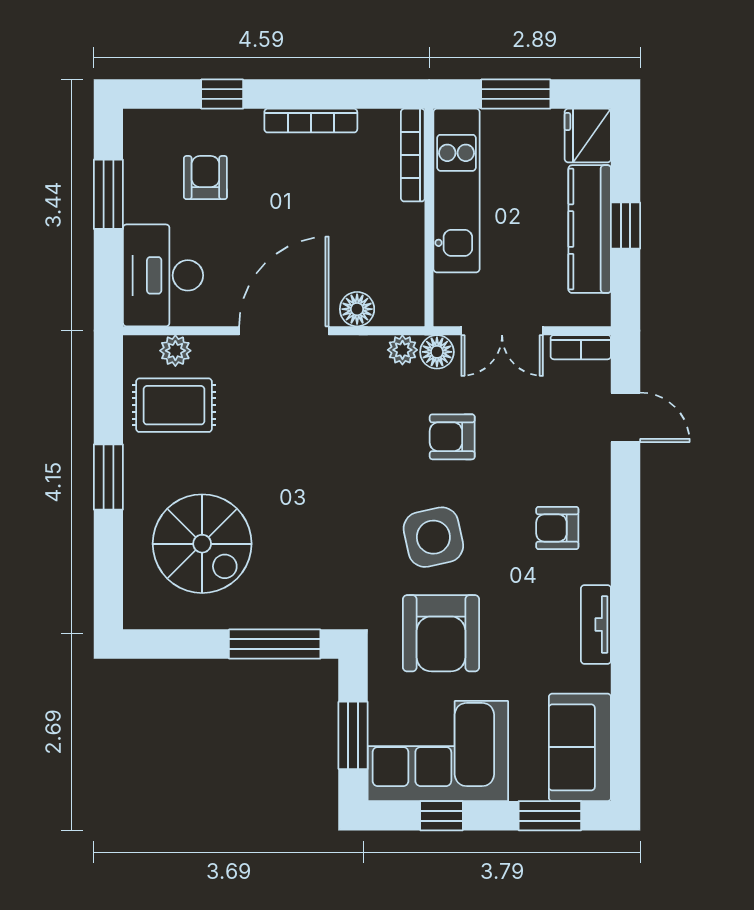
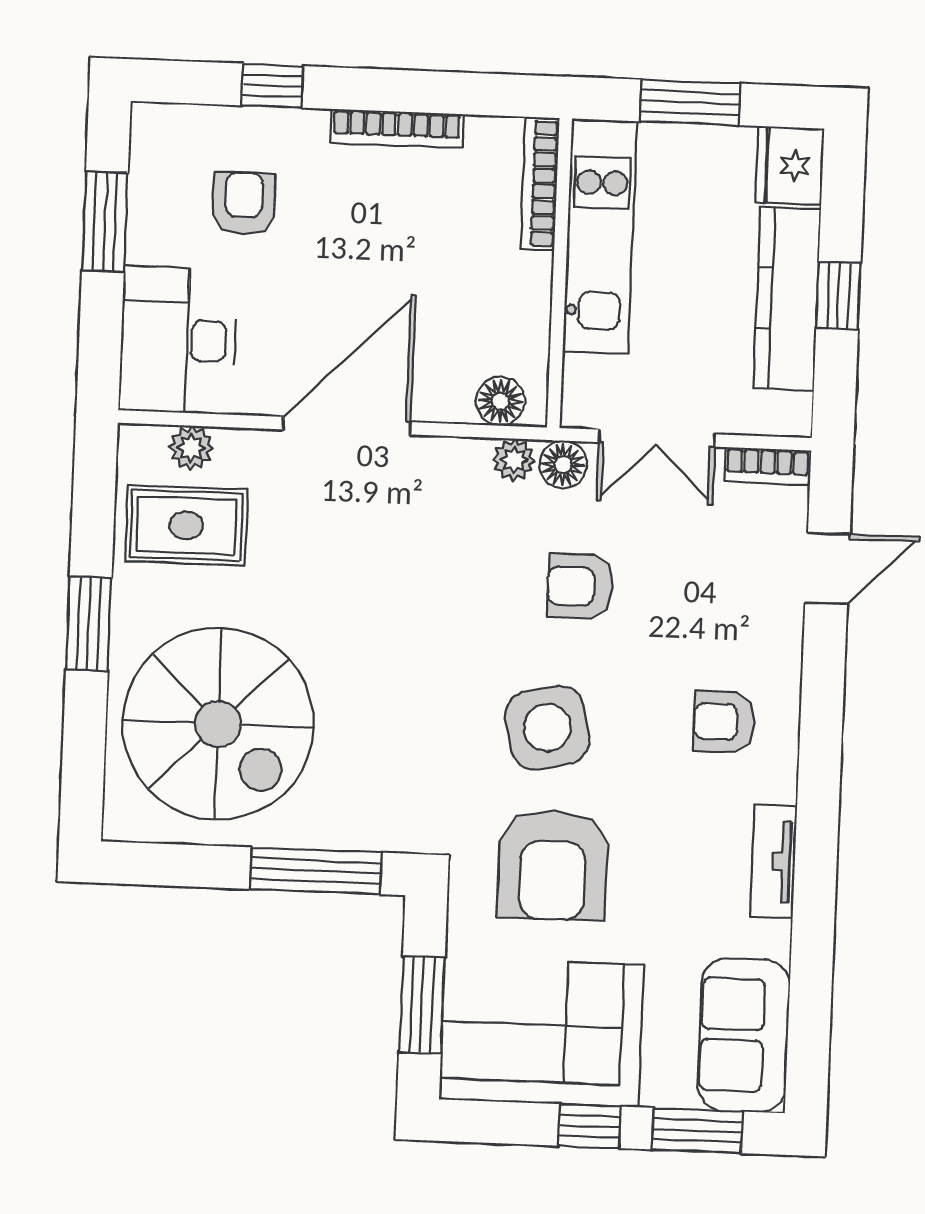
floor lamp: (357, 309) -> (500, 401), moved
door: (626, 417) -> (827, 568), hinge flipped
spiral stairs: (202, 544) -> (218, 724), width x1.37, depth x1.37
window: (442, 816) -> (589, 1126), moved

